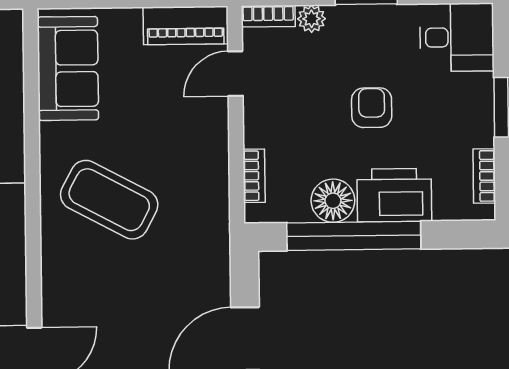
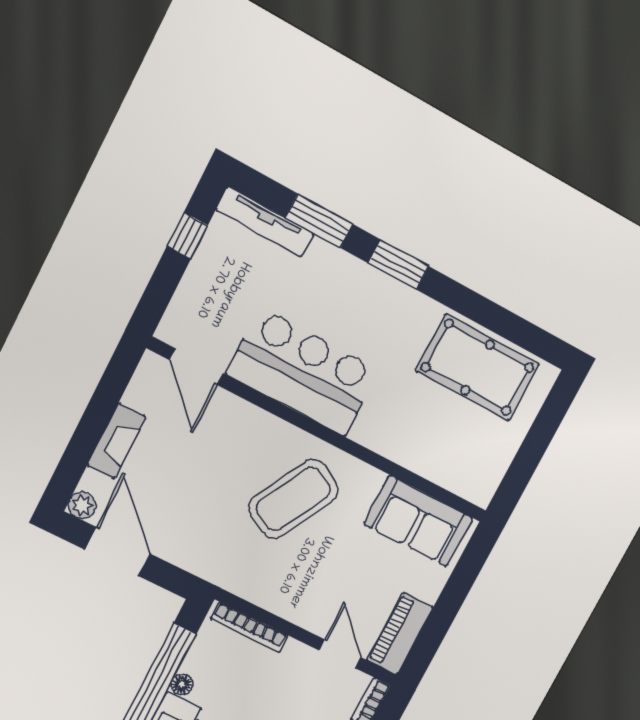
bookcase: (254, 176) -> (249, 627), width x1.56
floor lamp: (333, 201) -> (182, 684), width x0.53, depth x0.53

